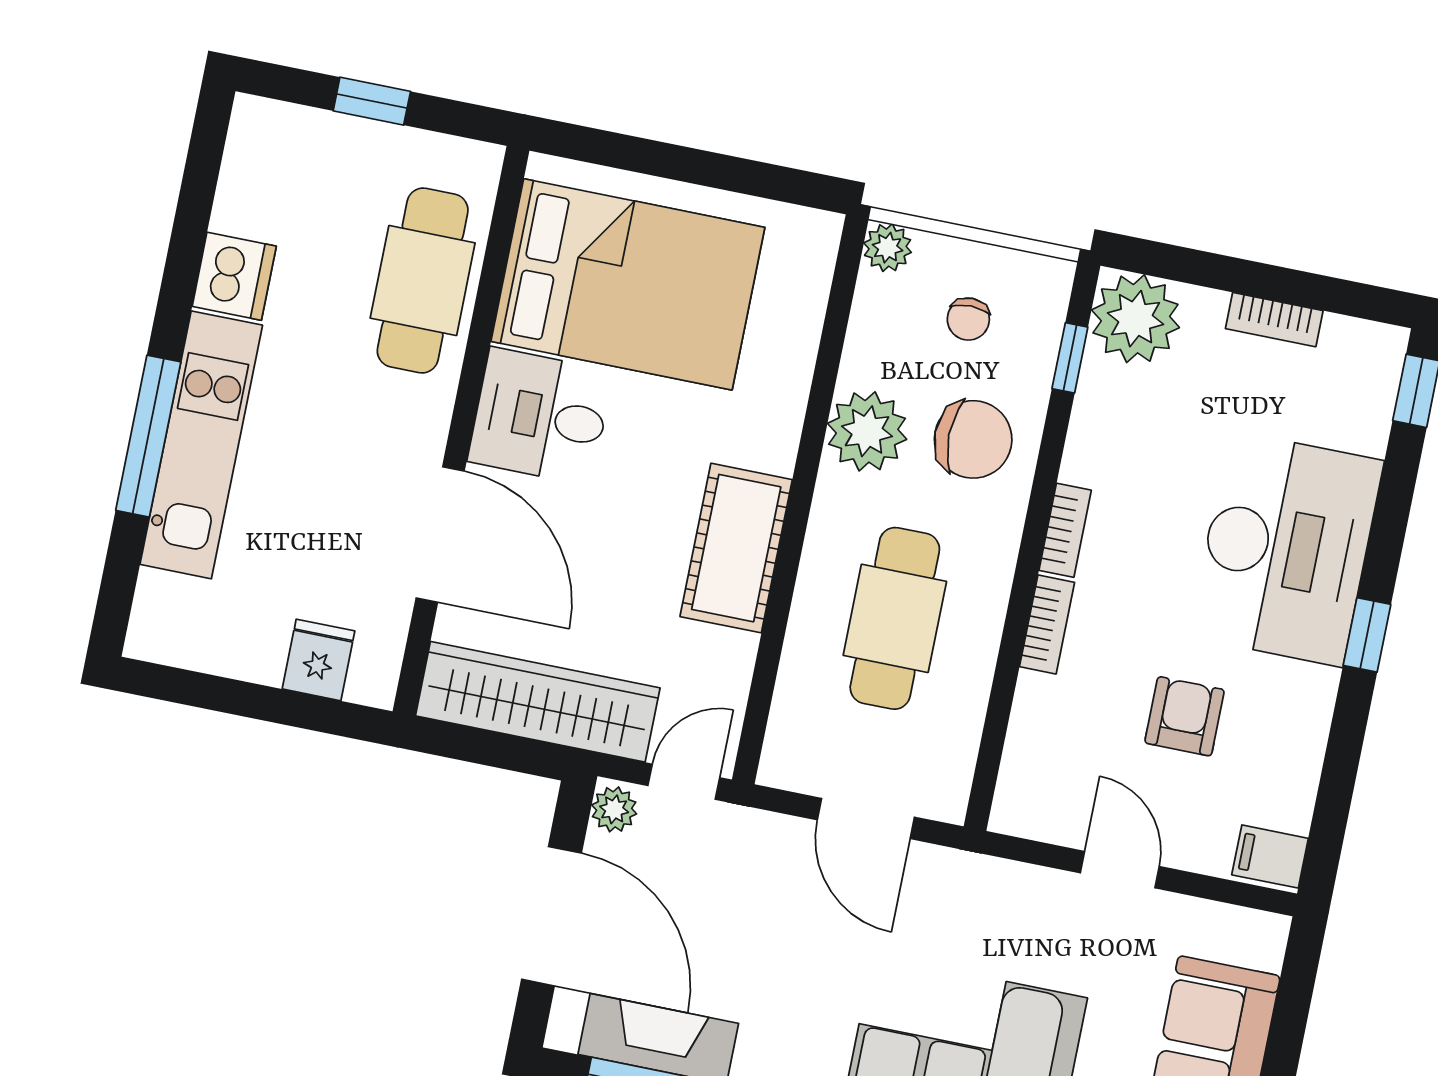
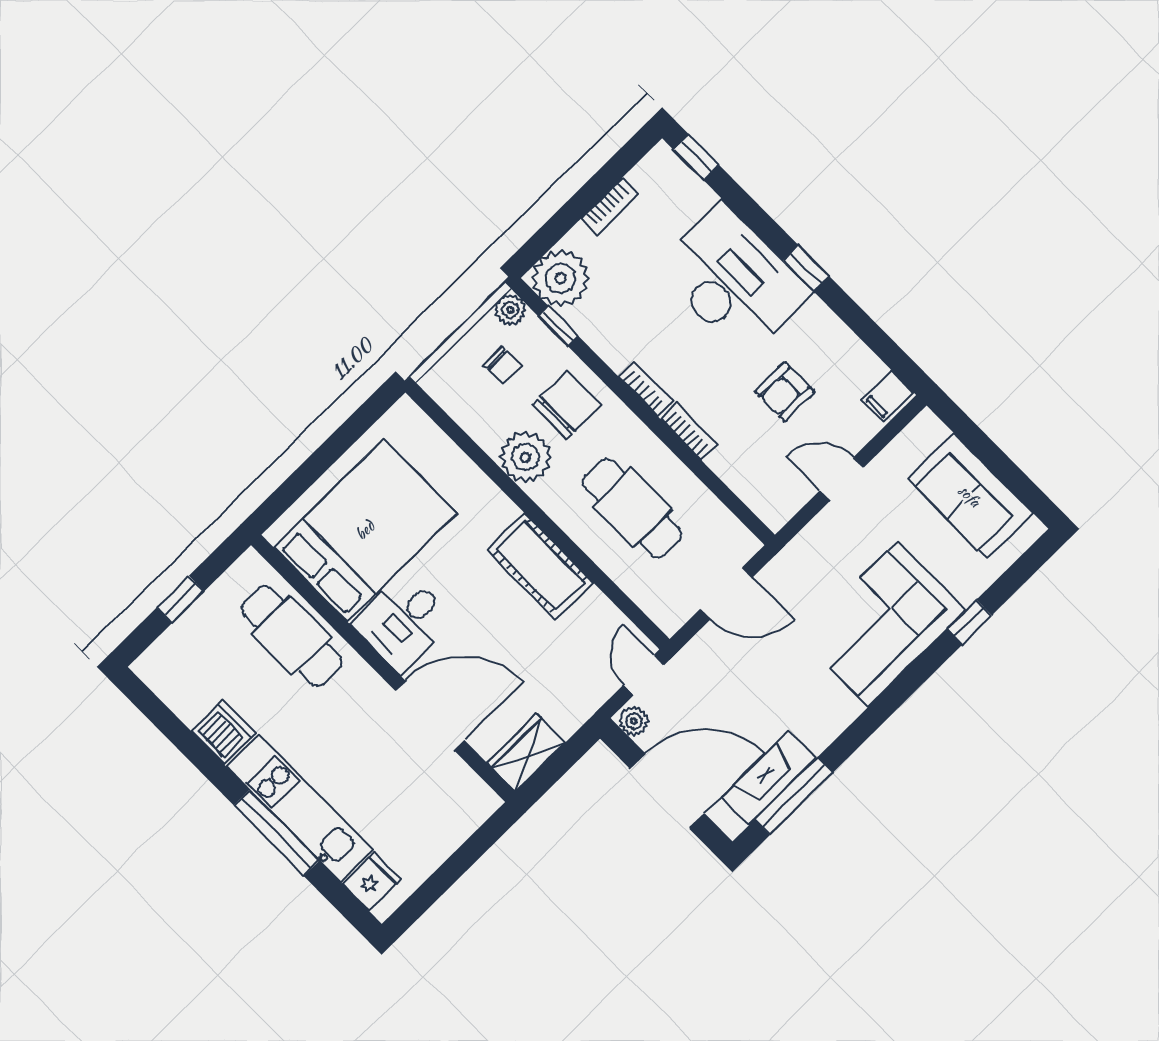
plant: (888, 248) -> (510, 310), moved
fridge: (319, 660) -> (372, 882), moved, turned 90
wardrobe: (538, 702) -> (526, 753), width x0.48, depth x0.85
armchair: (1185, 716) -> (785, 392), turned -90

